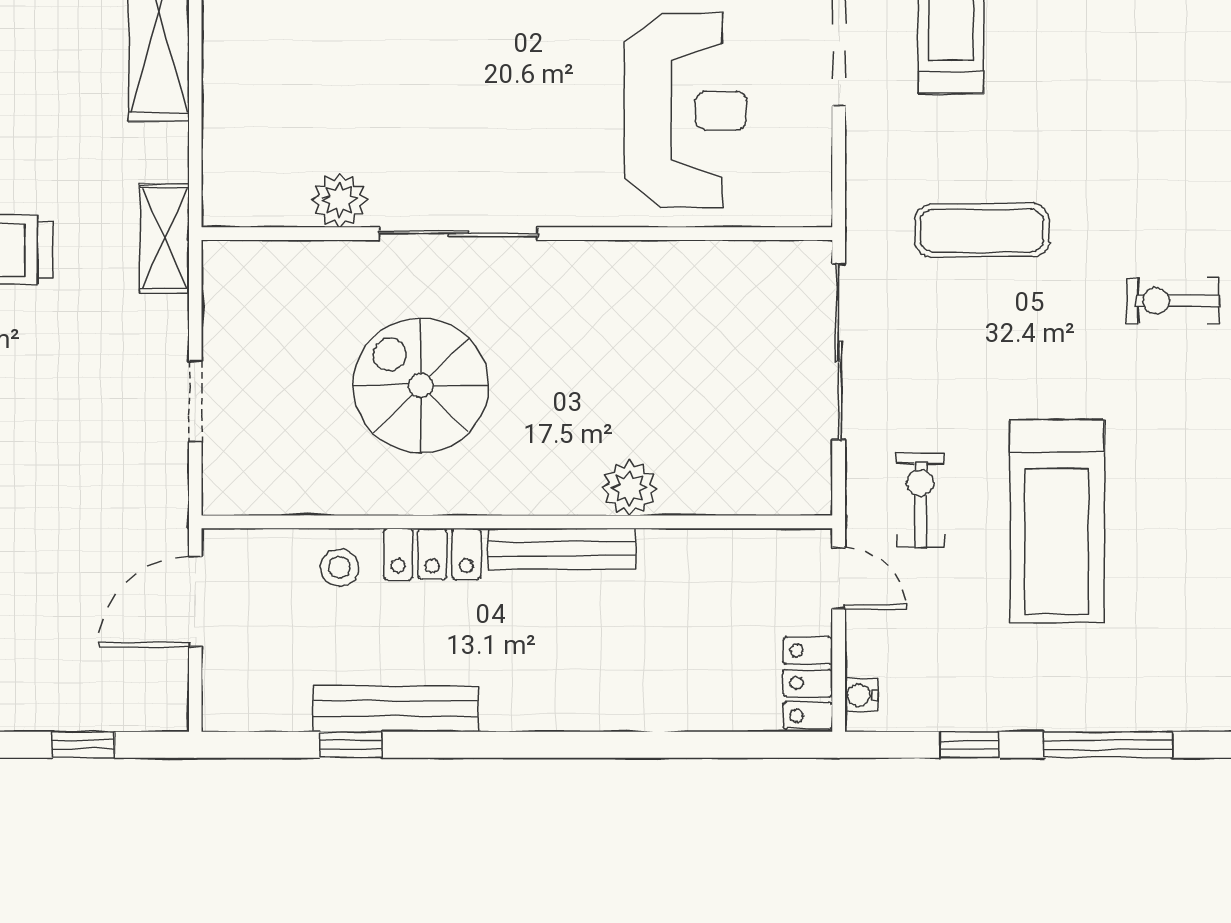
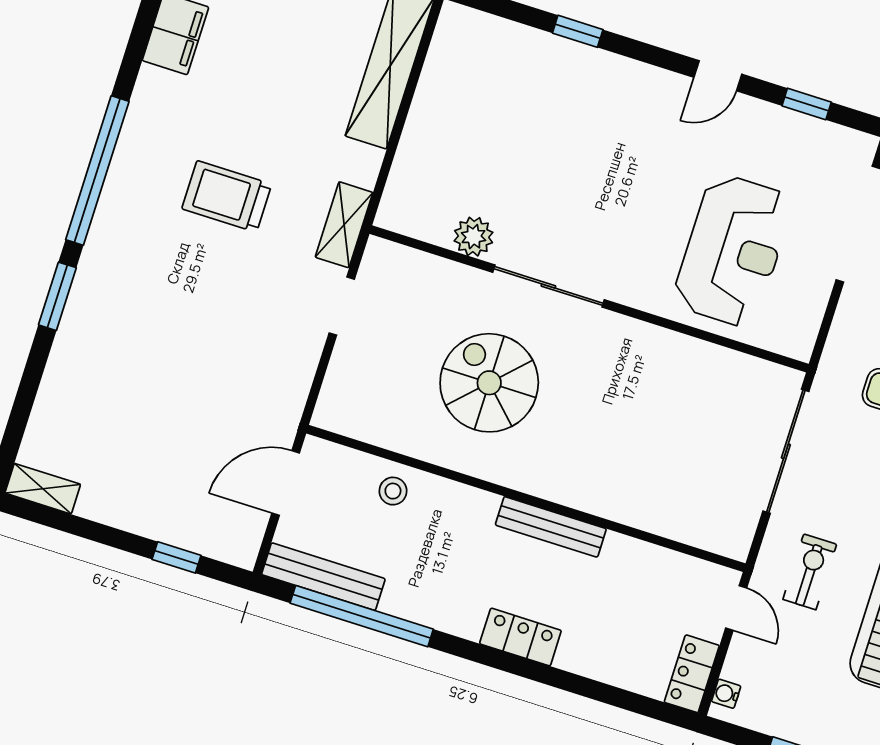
doorway: (195, 401) -> (342, 306), moved
plant: (630, 488) -> (611, 500), removed
locker: (432, 554) -> (520, 637), moved, turned 180
bench: (396, 709) -> (323, 577), moved
window: (351, 745) -> (362, 616), width x3.17

